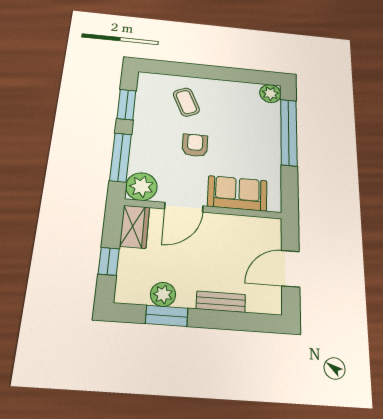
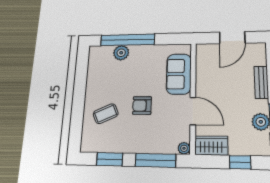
plant: (270, 94) -> (121, 53), moved
plant: (141, 187) -> (184, 148), width x0.53, depth x0.53
door: (290, 269) -> (232, 38), hinge flipped

